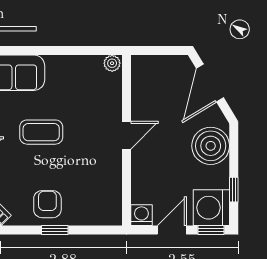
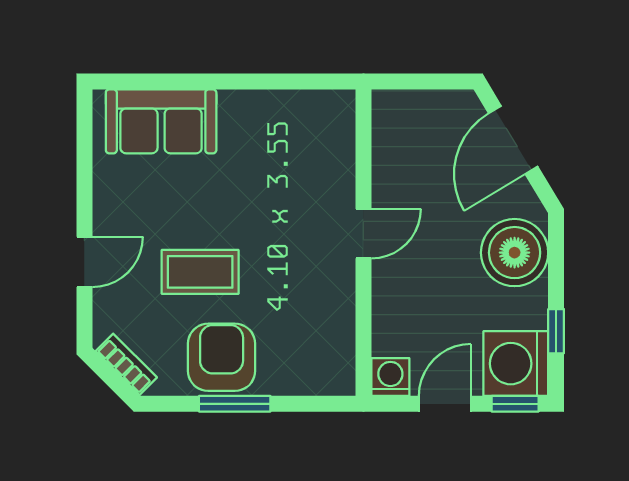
plant: (112, 63) -> (338, 104), removed
coffee table: (41, 132) -> (200, 272), moved
armchair: (47, 204) -> (222, 357), width x1.38, depth x1.38
window: (55, 230) -> (235, 404), width x1.50

